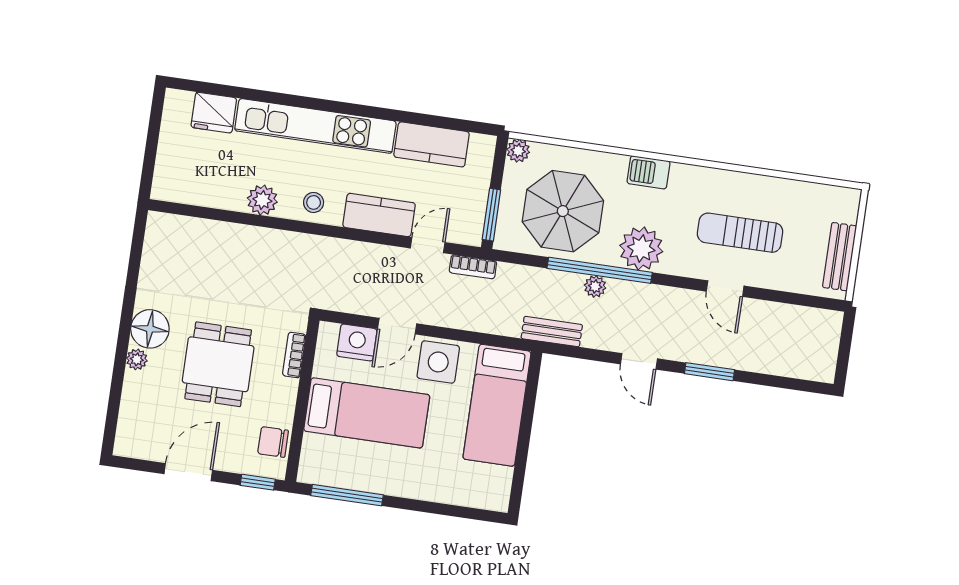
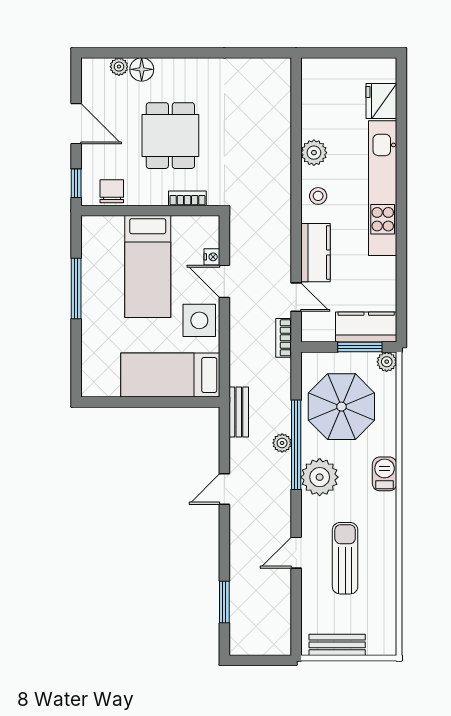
kitchen counter: (432, 144) -> (366, 327), moved, turned 90
window: (491, 215) -> (360, 347), moved
floor lamp: (150, 329) -> (142, 69), moved, width x0.73, depth x0.73
nightstand: (357, 343) -> (212, 257), width x0.53, depth x0.56
plant: (137, 359) -> (119, 67), moved
dining table: (218, 364) -> (170, 136), turned 90
window: (709, 372) -> (224, 602), moved
window: (347, 495) -> (76, 288), moved

